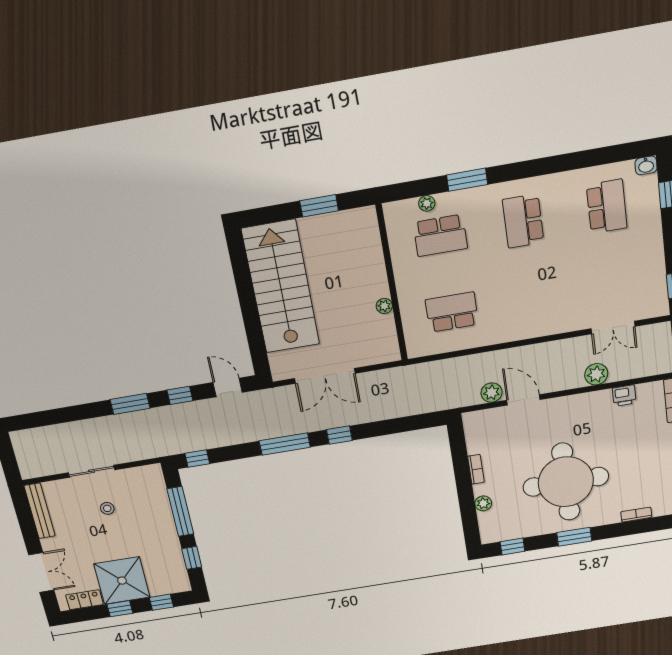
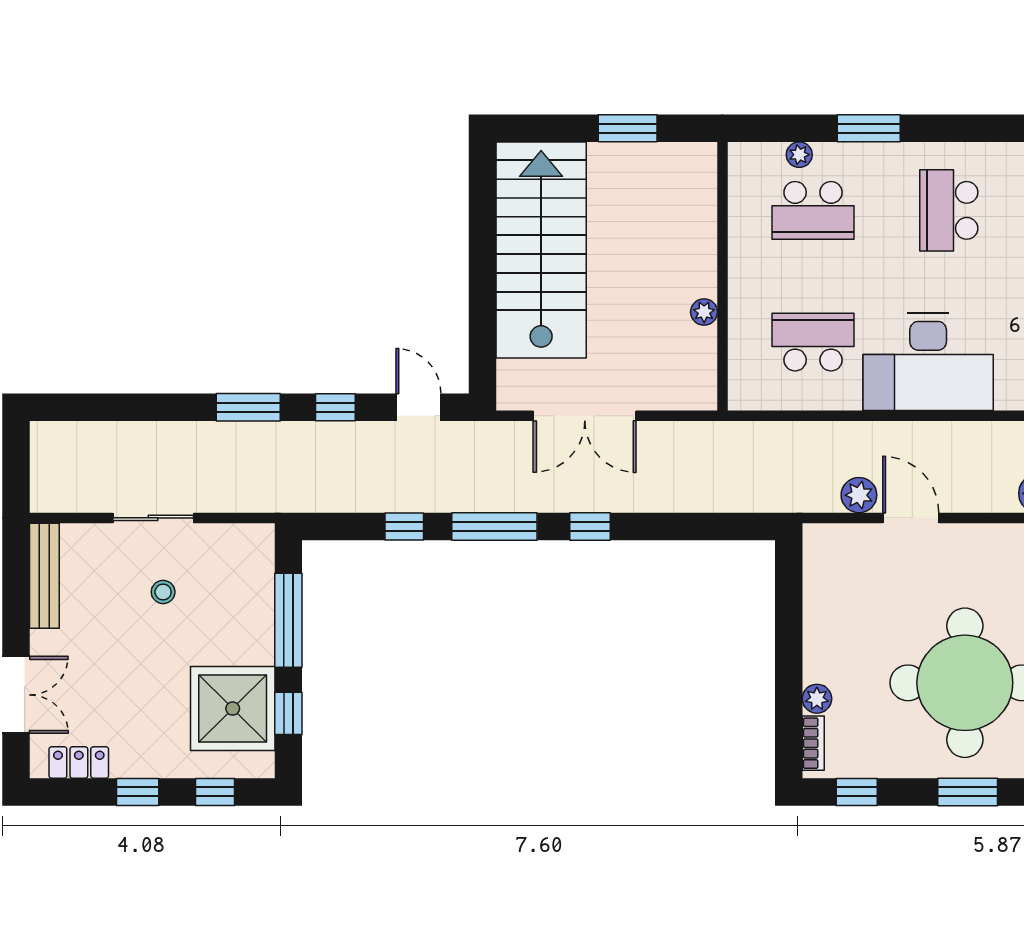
desk: (522, 312) -> (928, 362), added
window: (197, 458) -> (404, 526), moved
bookcase: (476, 469) -> (813, 743), moved
shower: (122, 581) -> (233, 709), moved

